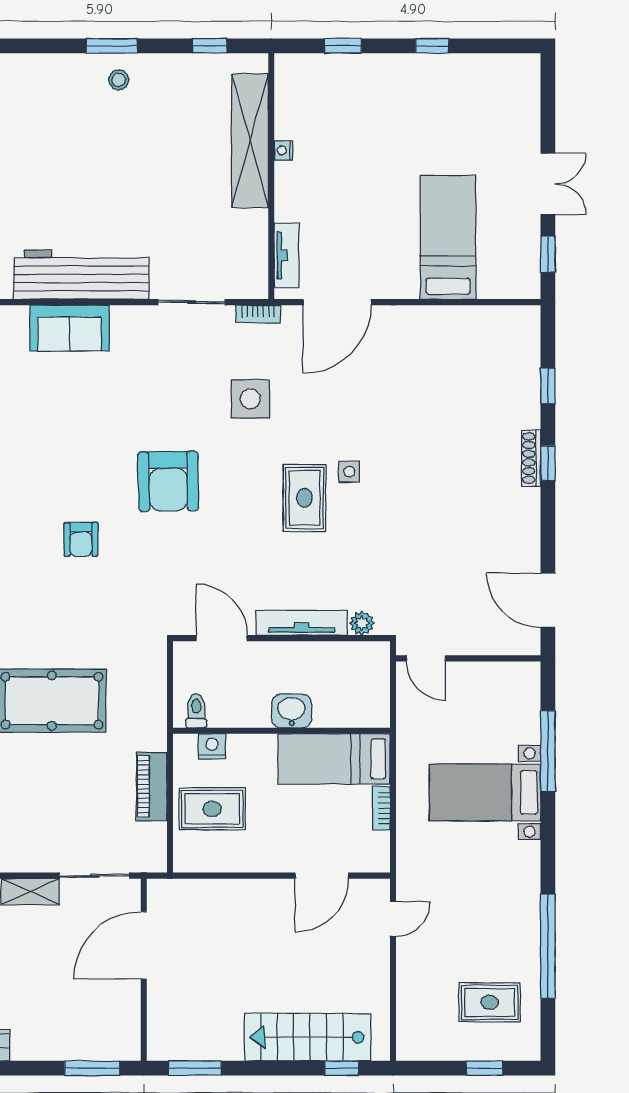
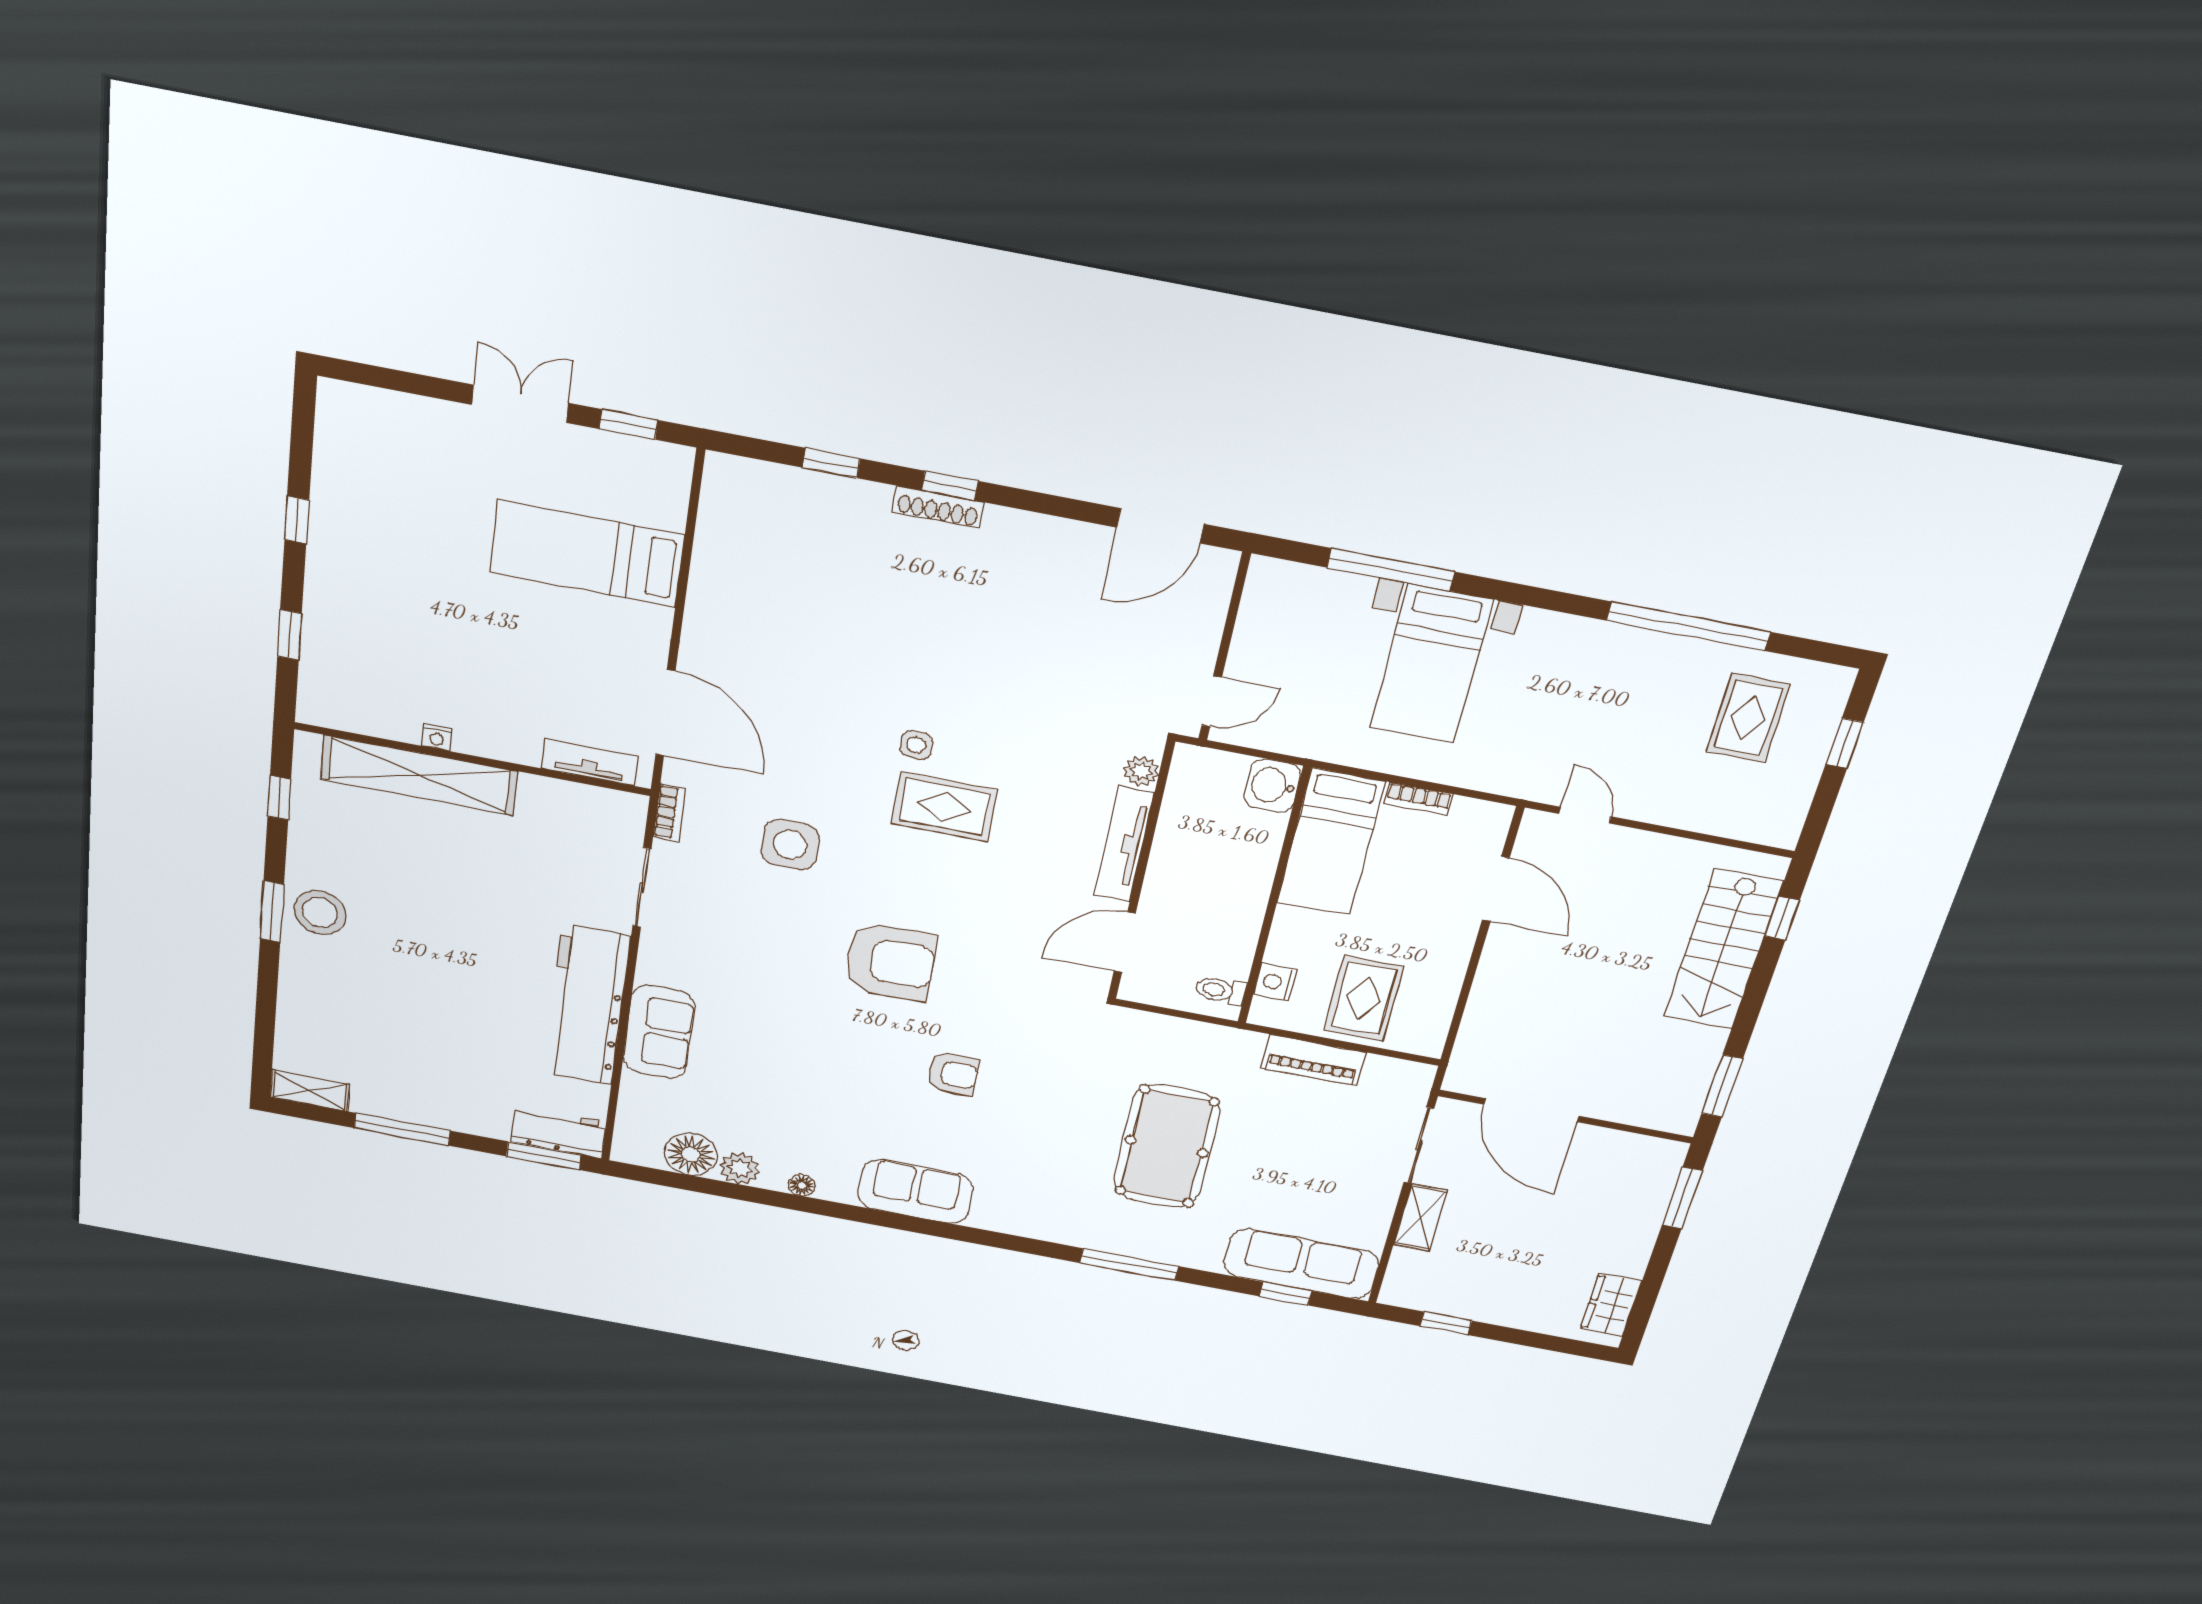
stool: (119, 80) -> (320, 912), width x1.89, depth x1.89
washbasin: (292, 711) -> (1272, 786), moved

